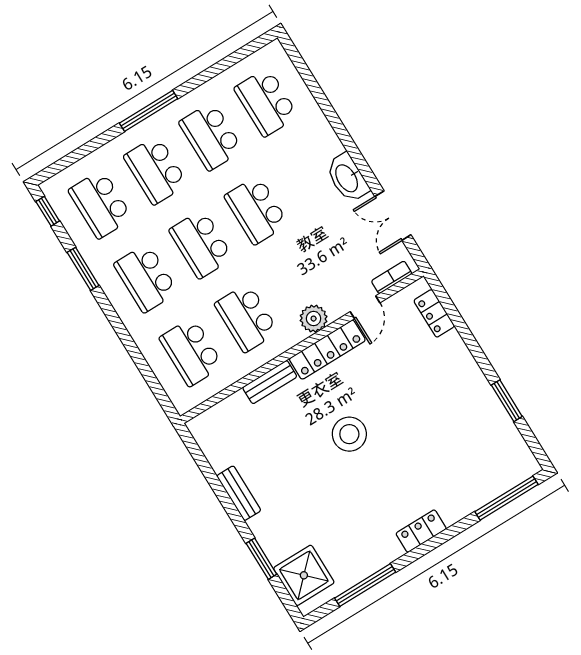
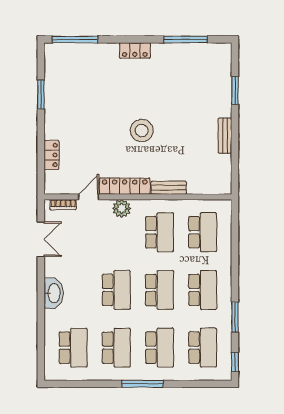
washbasin: (347, 178) -> (53, 293), moved
locker: (434, 313) -> (51, 155), moved
shower: (304, 575) -> (217, 66), removed

